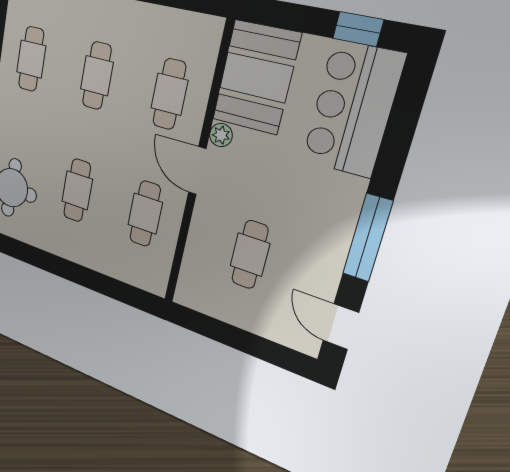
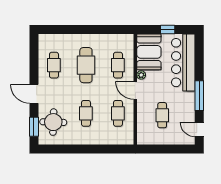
window: (358, 29) -> (168, 30), moved
cafe table: (97, 76) -> (86, 65), width x1.37, depth x1.35
bar counter: (352, 109) -> (183, 63), width x1.36

